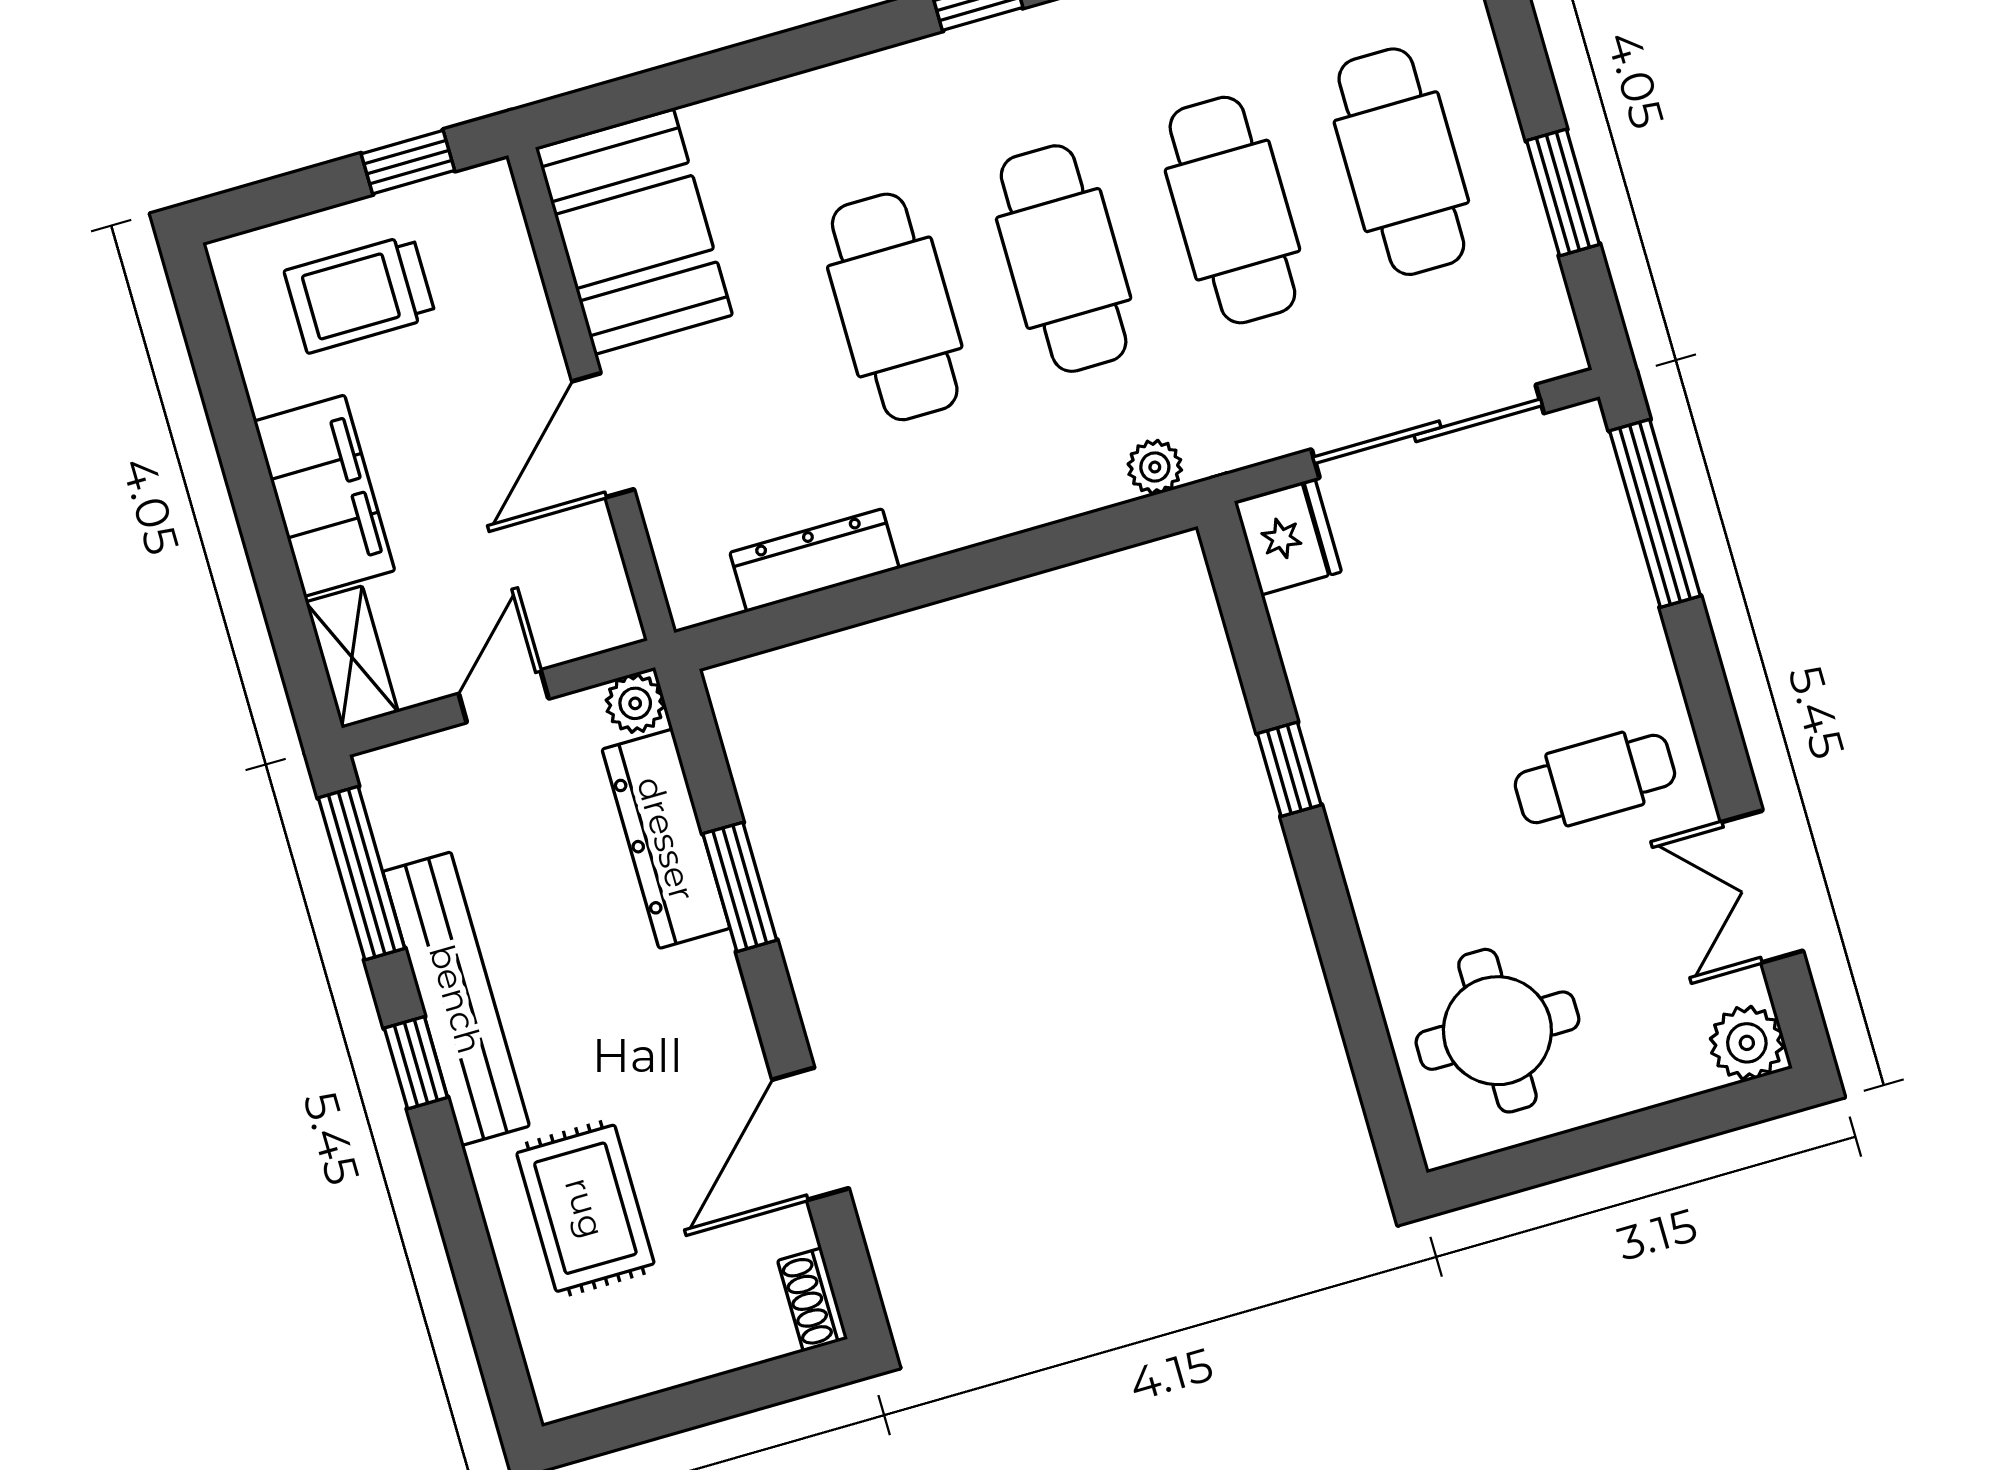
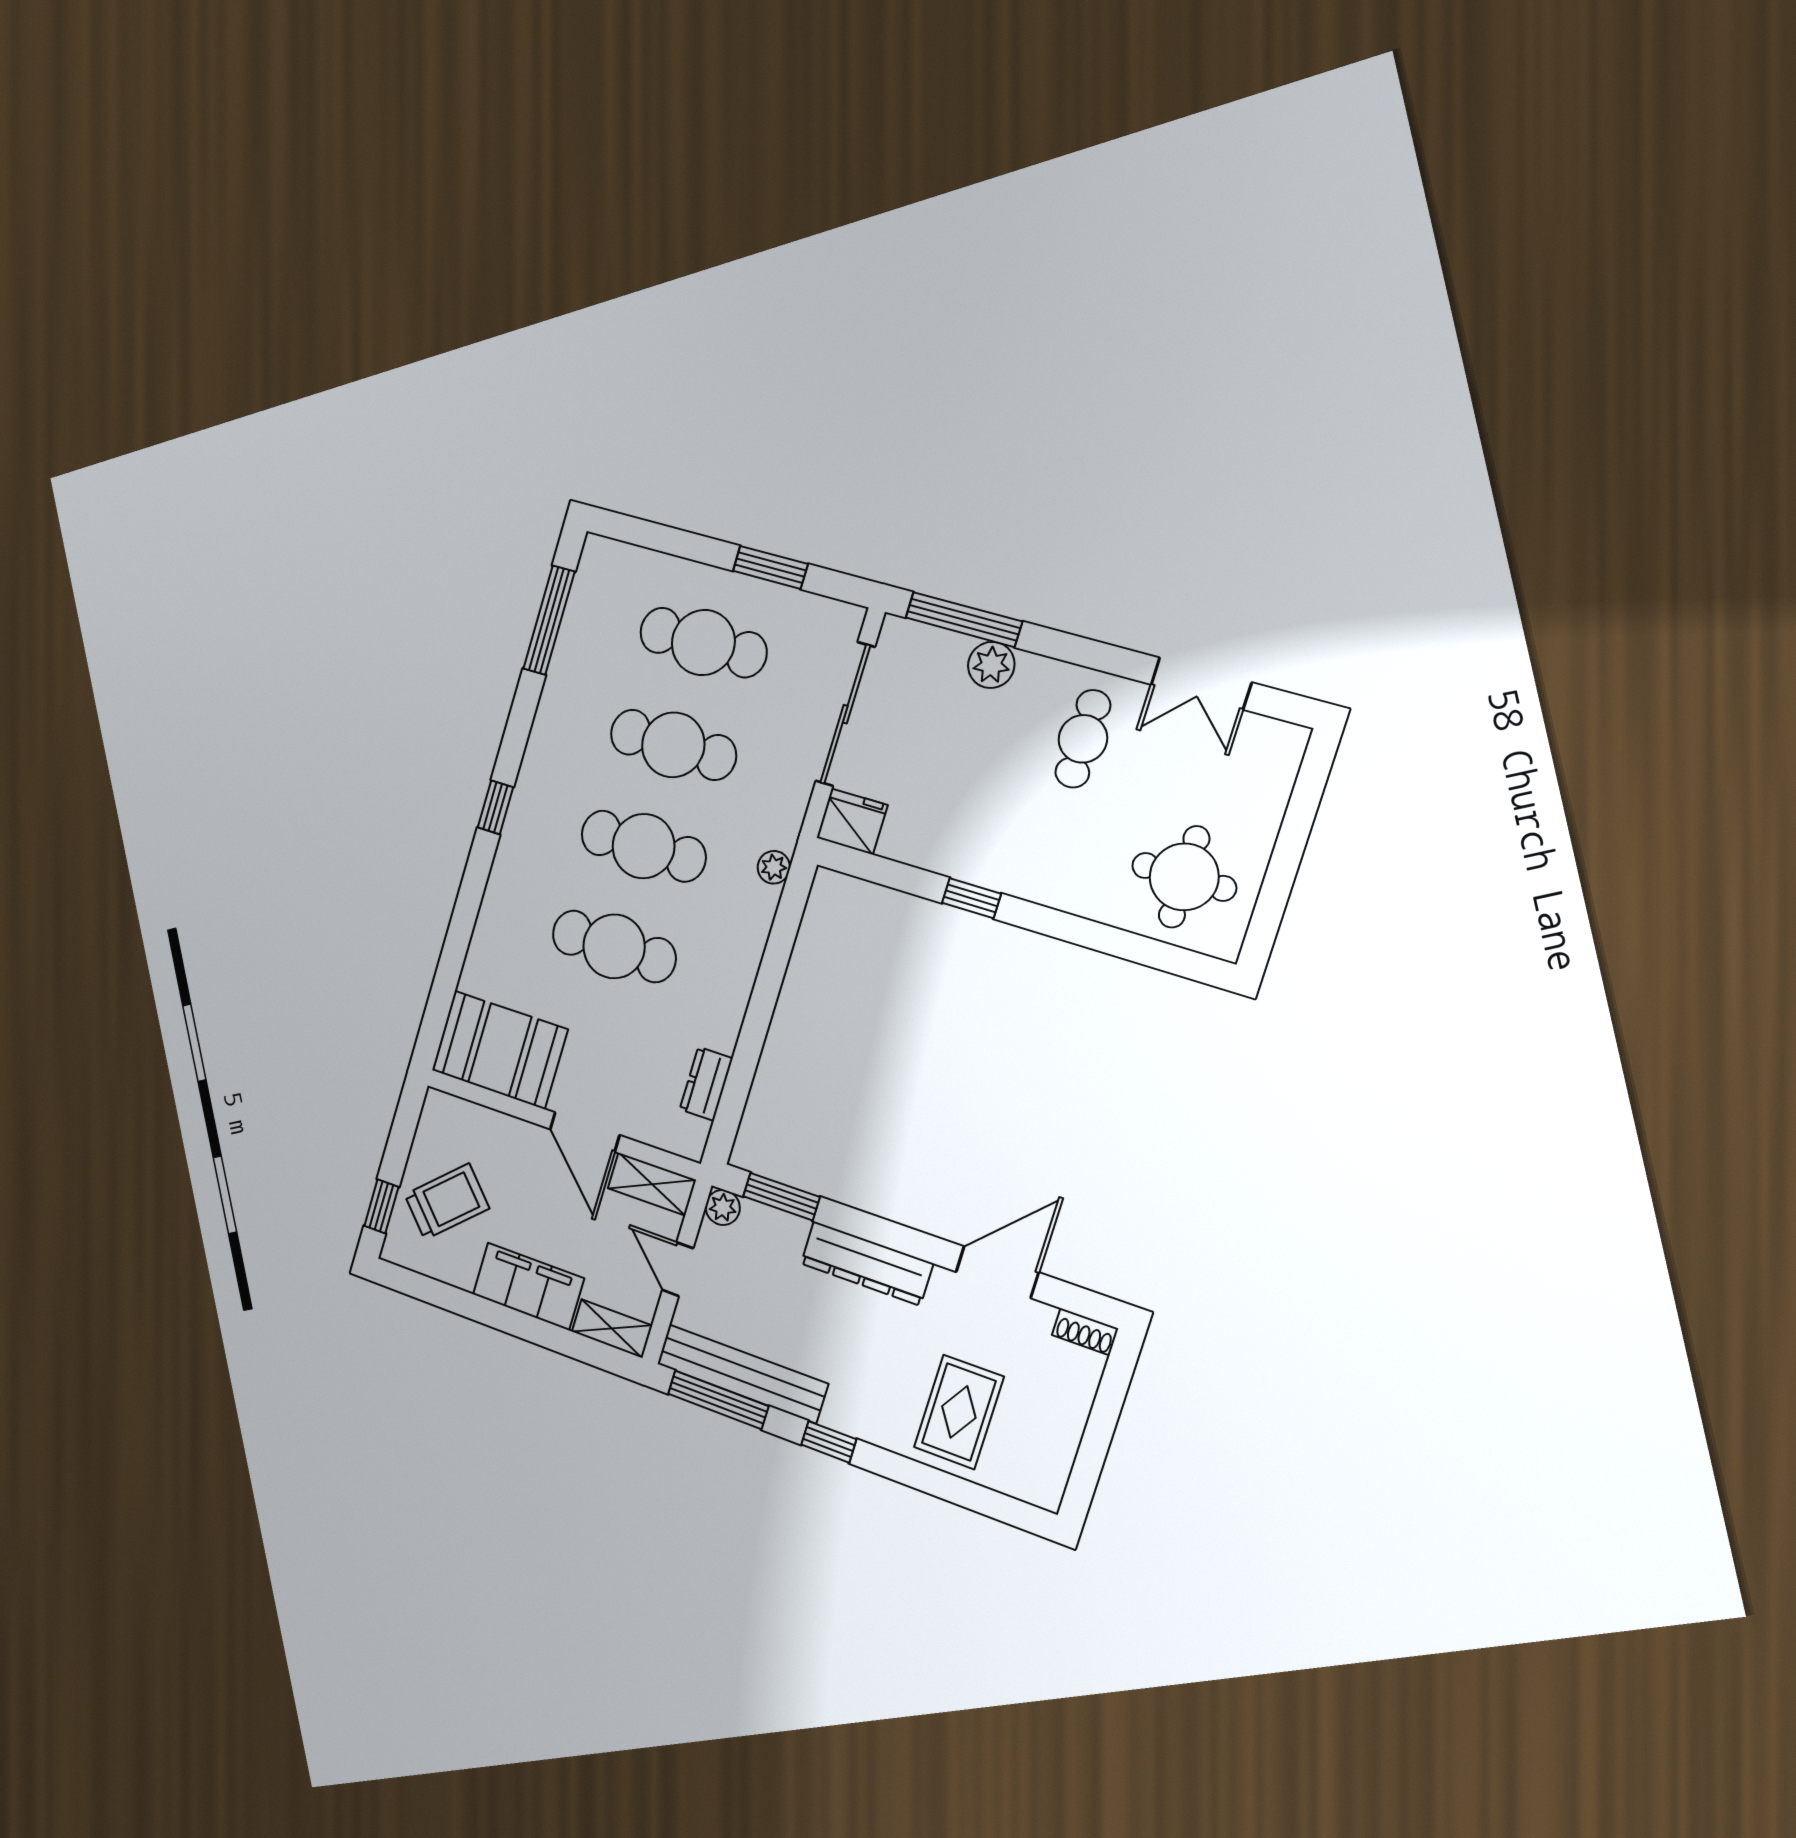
window: (408, 162) -> (381, 1206), moved
trolley: (360, 294) -> (447, 1202), turned -133
dresser: (815, 560) -> (706, 1084), width x0.70
shelving: (597, 581) -> (652, 1184), added
dresser: (666, 839) -> (867, 1263), moved
window: (740, 887) -> (781, 1197), moved
bench: (456, 999) -> (742, 1374), moved
plant: (1747, 1043) -> (991, 665), moved
door: (811, 1134) -> (997, 1272), swing flipped
rug: (585, 1208) -> (959, 1412), turned 90

